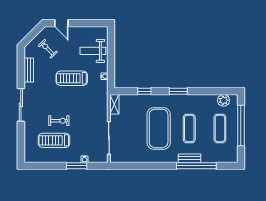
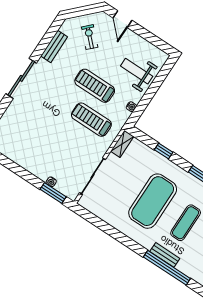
exercise bike: (59, 121) -> (51, 122), removed
treadmill: (54, 140) -> (91, 120), moved
window: (77, 166) -> (53, 193), moved

